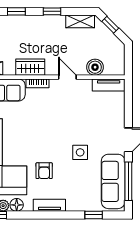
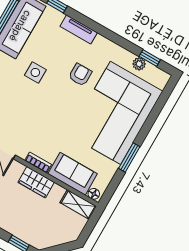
floor lamp: (17, 205) -> (126, 57), removed
tv unit: (49, 205) -> (79, 29), moved

